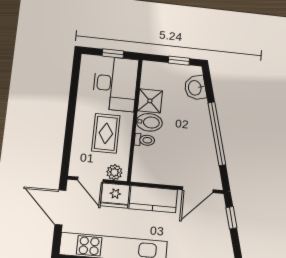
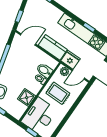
bidet: (149, 122) -> (44, 70), moved
rug: (106, 133) -> (58, 93), turned 90
door: (90, 180) -> (78, 74), swing flipped

